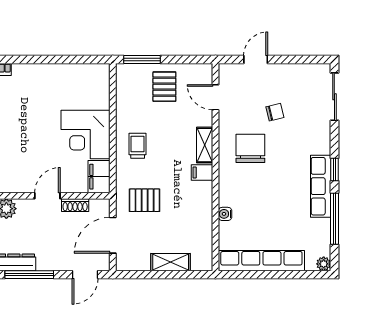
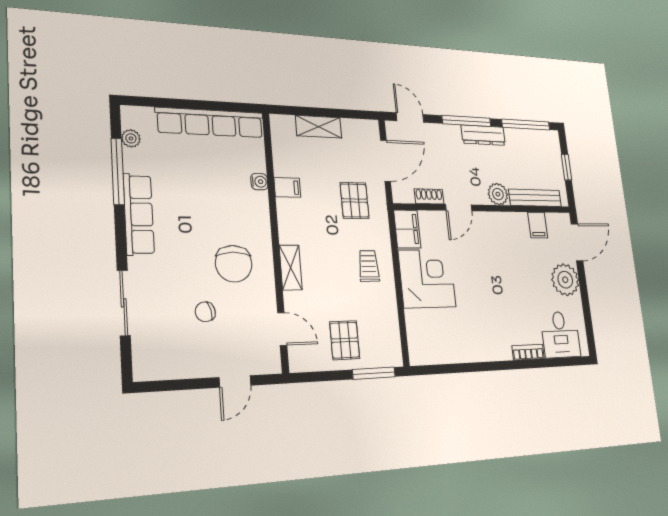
sliding door: (334, 97) -> (124, 303), moved
trolley: (138, 146) -> (369, 266), turned 180
window: (334, 169) -> (121, 236), removed
filing cabinet: (202, 172) -> (287, 187), moved
pallet: (145, 200) -> (355, 200), turned 90
plant: (324, 264) -> (131, 138), moved
door: (85, 275) -> (410, 118), hinge flipped

